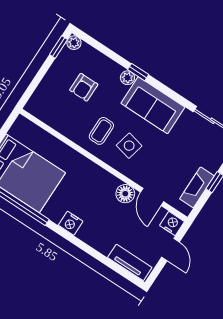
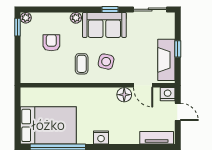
window: (138, 72) -> (110, 9), moved
armchair: (84, 87) -> (51, 43), turned 180
fireplace: (197, 187) -> (166, 60), width x1.37, depth x1.32

